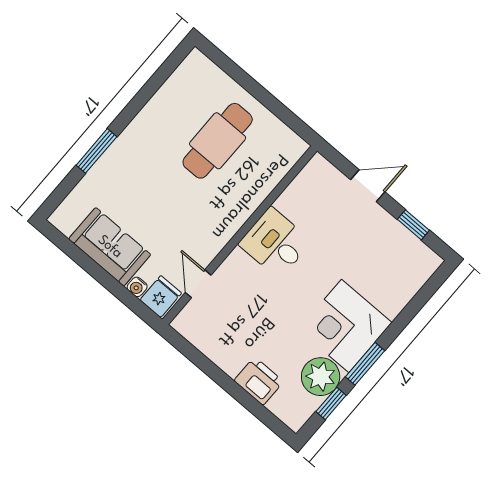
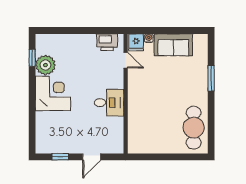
cafe table: (218, 141) -> (194, 128), moved
window: (365, 364) -> (32, 85), removed
printer: (259, 381) -> (107, 42), moved

